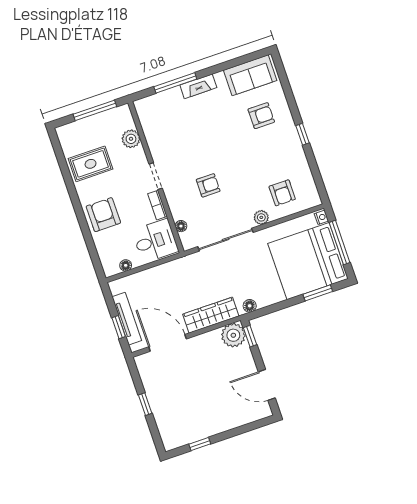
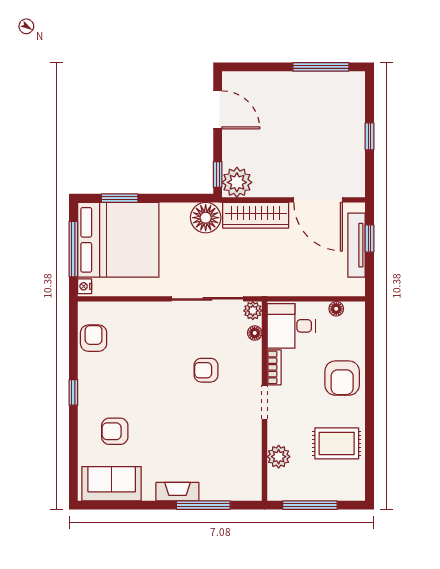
armchair: (282, 193) -> (94, 338), moved
plant: (261, 217) -> (253, 311), moved
floor lamp: (250, 306) -> (206, 218), width x1.89, depth x1.89
window: (200, 444) -> (321, 67), width x2.17

